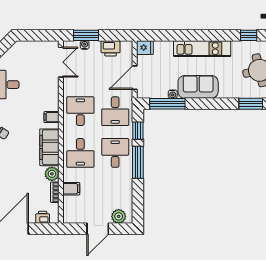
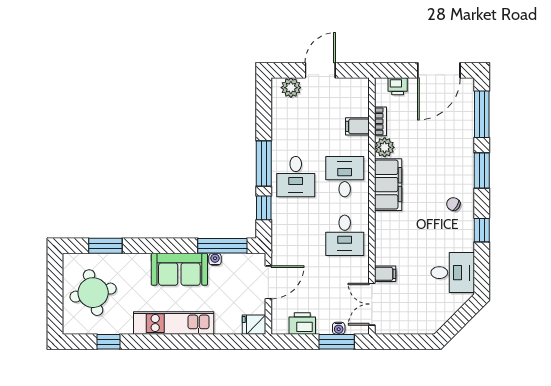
desk: (115, 111) -> (296, 235), removed
filing cabinet: (51, 117) -> (385, 274), moved

